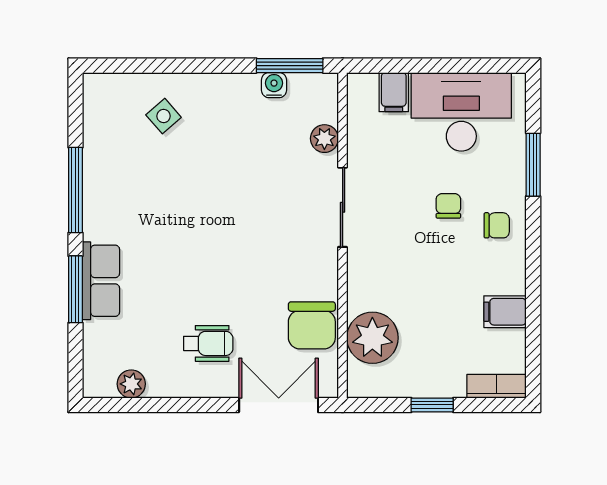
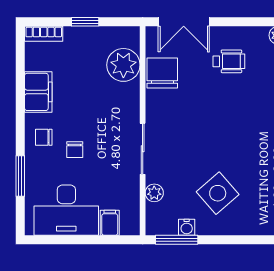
side table: (164, 116) -> (218, 193), moved, width x1.87, depth x1.87
filing cabinet: (505, 312) -> (38, 92), width x2.00
wheelchair: (208, 343) -> (229, 61), turned 180

